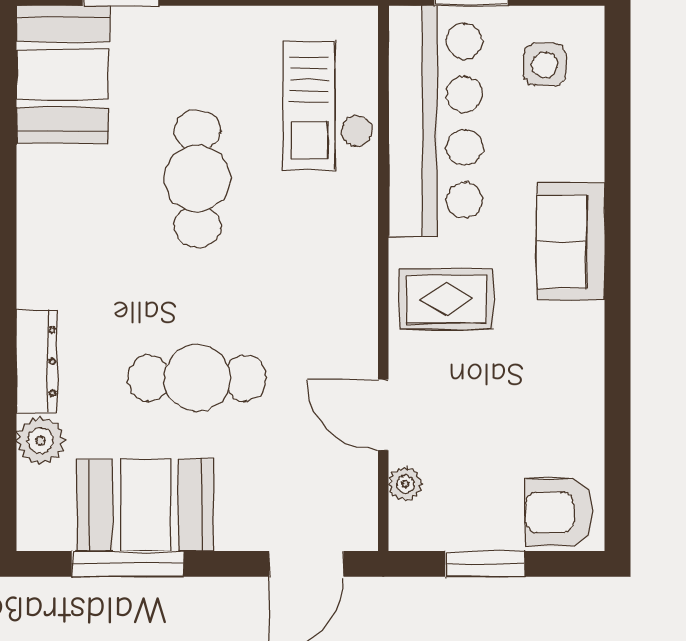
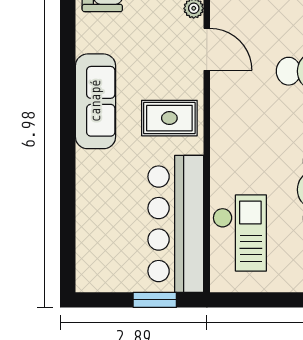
side table: (545, 65) -> (111, 257), removed
sofa: (571, 241) -> (96, 101), moved, width x1.36

